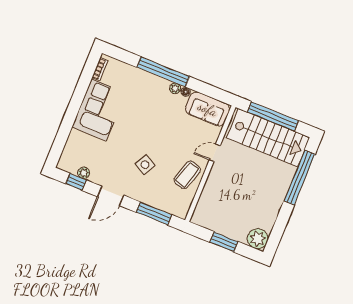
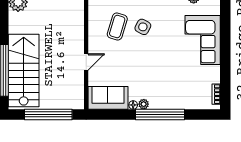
corner sofa: (99, 110) -> (203, 40), moved
stairs: (268, 138) -> (24, 70), moved, turned 90
coffee table: (187, 175) -> (117, 27), moved

